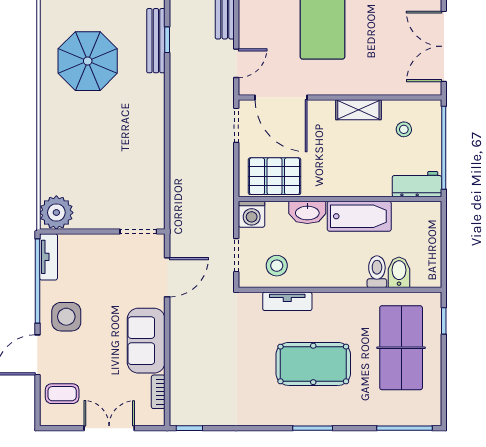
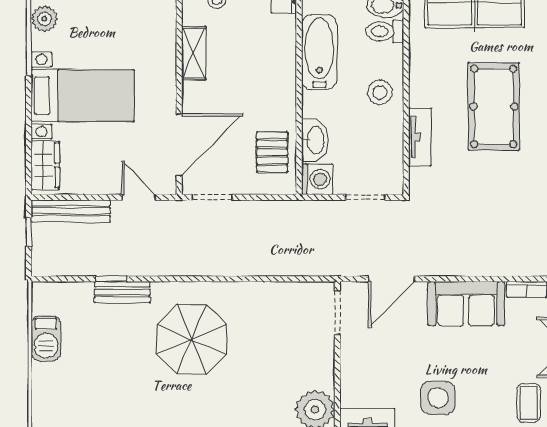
bench: (156, 41) -> (122, 292), width x0.73
parasol: (88, 61) -> (192, 339), moved
pallet: (275, 176) -> (272, 152), width x0.67, depth x0.71
washbasin: (307, 212) -> (315, 140), moved
stool: (277, 266) -> (380, 92), moved
door: (167, 277) -> (391, 279), swing flipped

